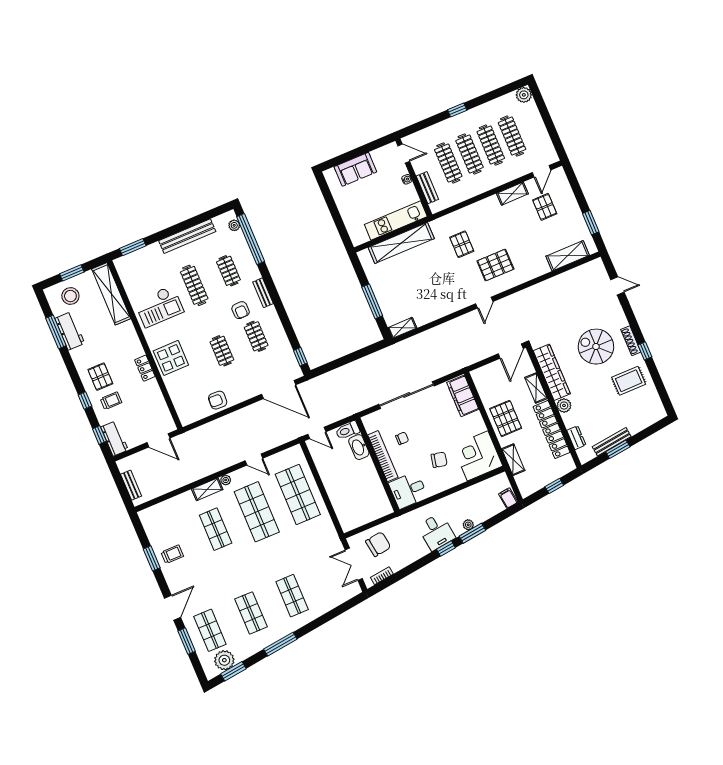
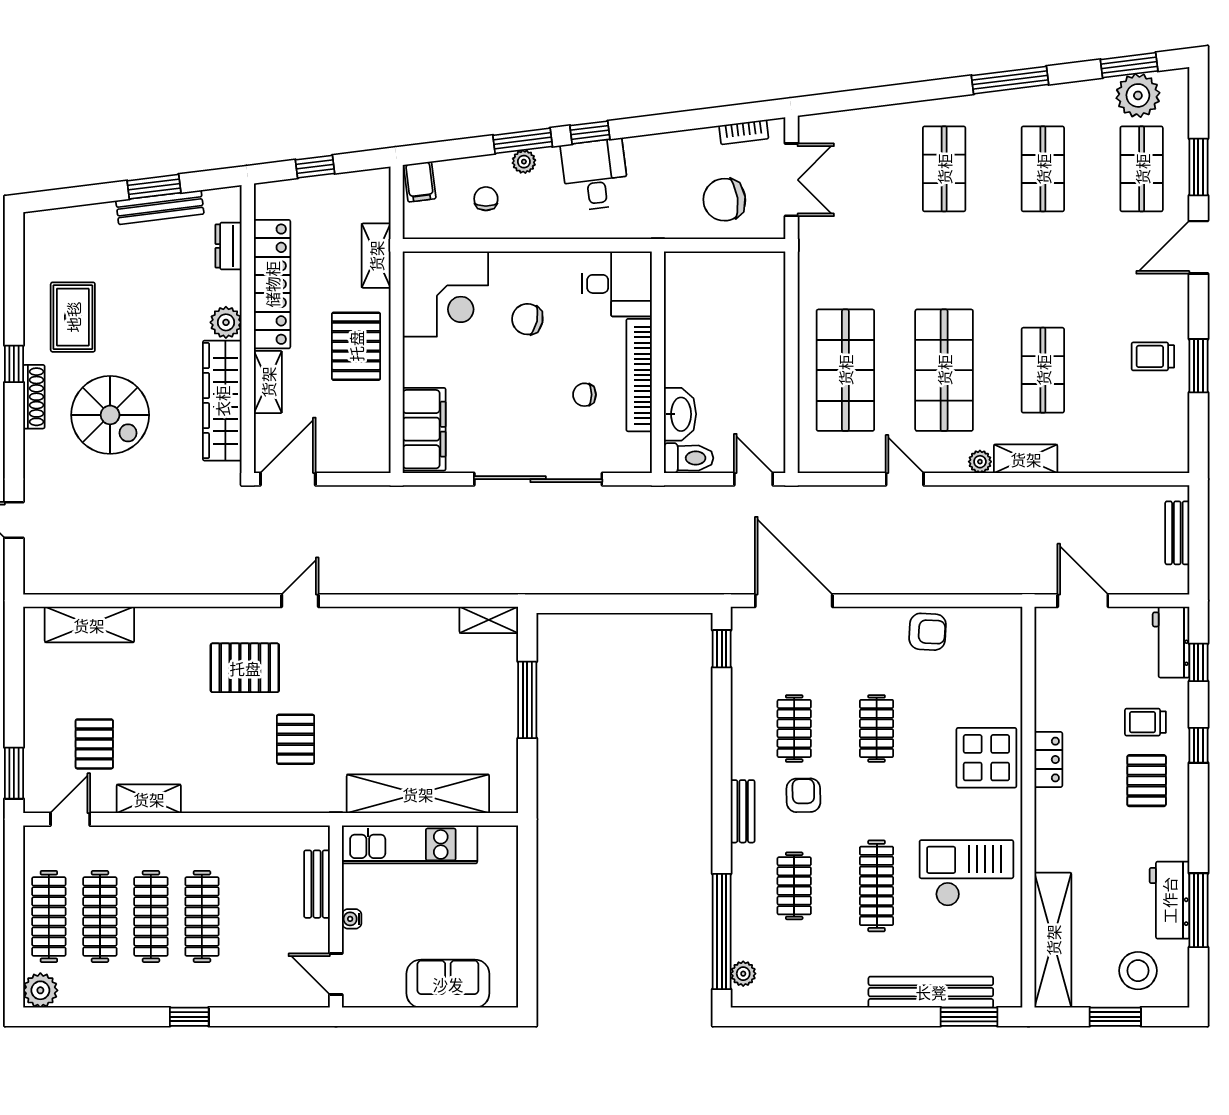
clothes rail: (448, 163) -> (49, 916), moved
window: (591, 223) -> (14, 773), moved
bench: (187, 236) -> (931, 992), moved
rug: (629, 381) -> (73, 317), turned 90
chair: (478, 503) -> (486, 199), added

